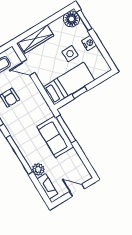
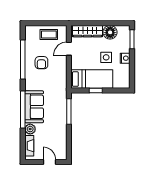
floor lamp: (71, 19) -> (110, 32), moved
door: (28, 67) -> (69, 49), hinge flipped
sofa: (55, 137) -> (34, 107), moved, turned 180

